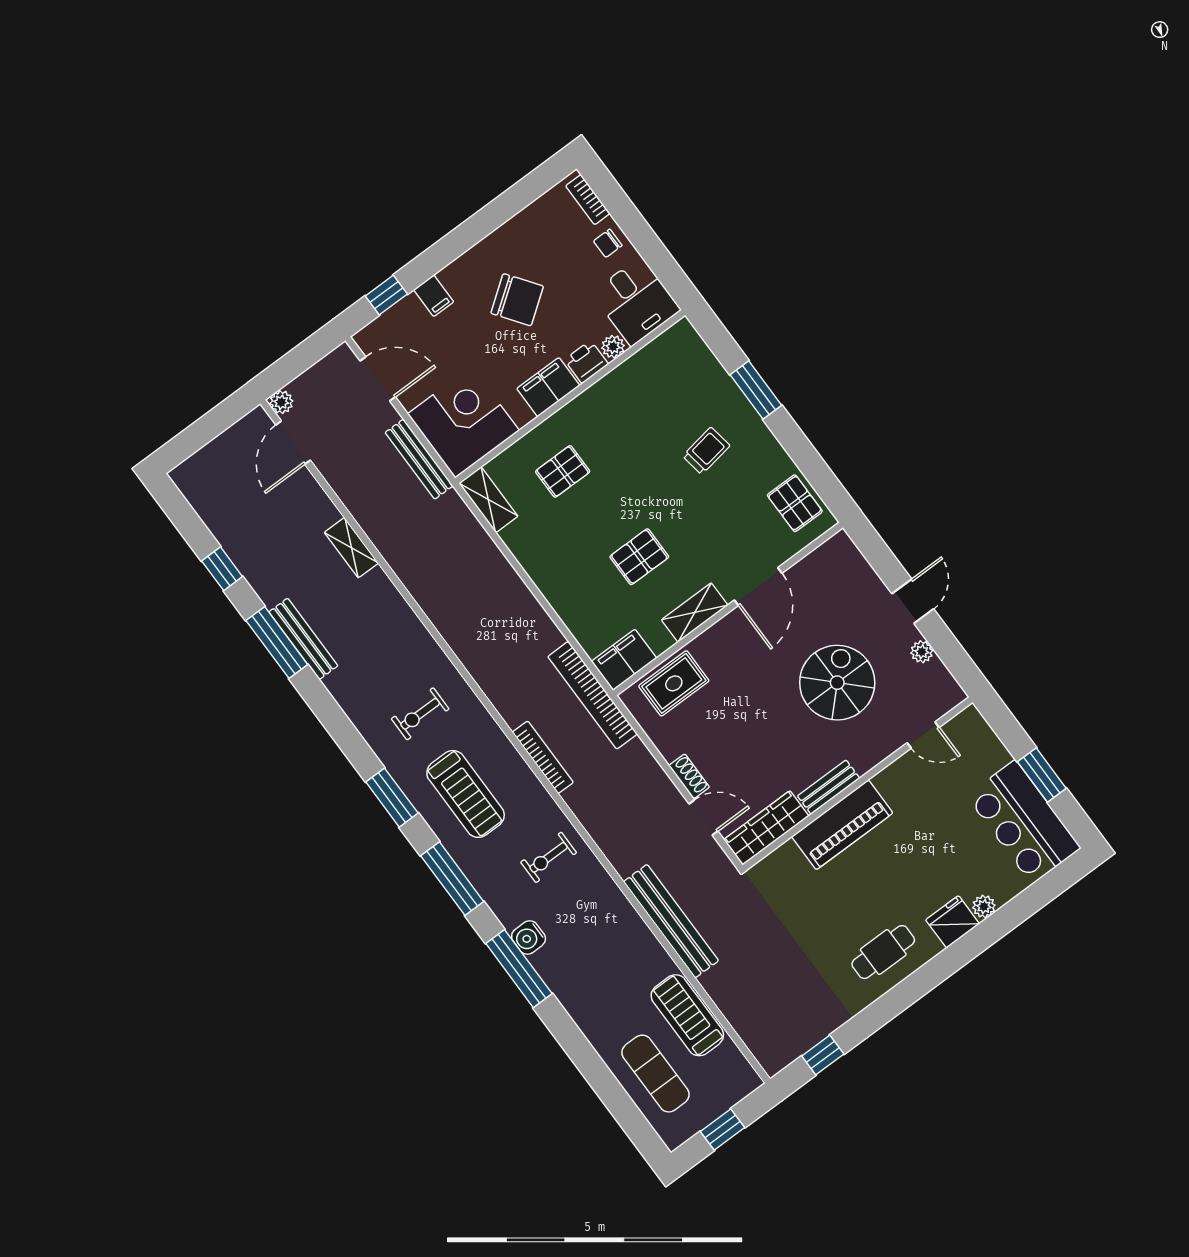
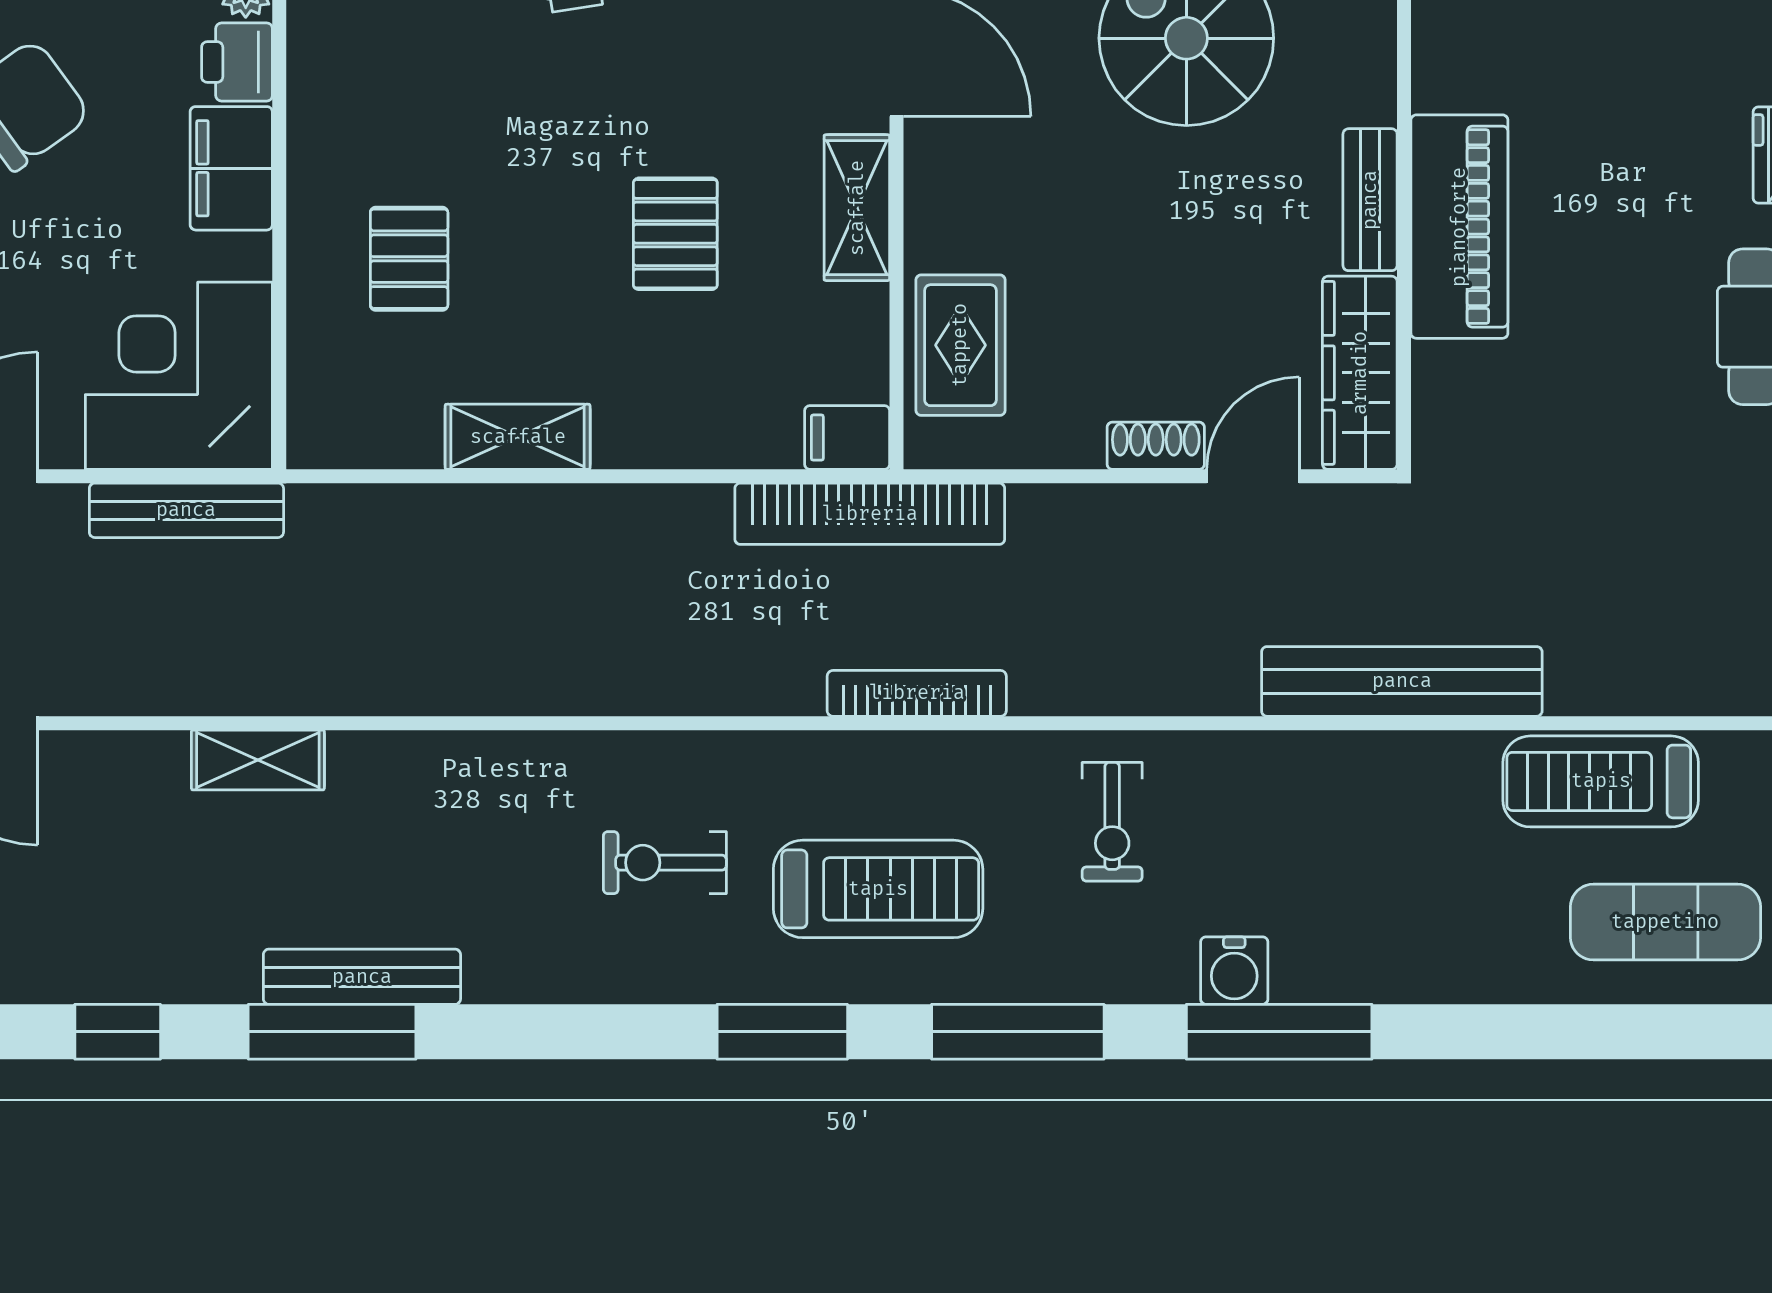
shelving: (488, 500) -> (518, 437), moved
filing cabinet: (624, 660) -> (847, 438), width x0.50
exercise bike: (420, 714) -> (665, 863), turned 90

